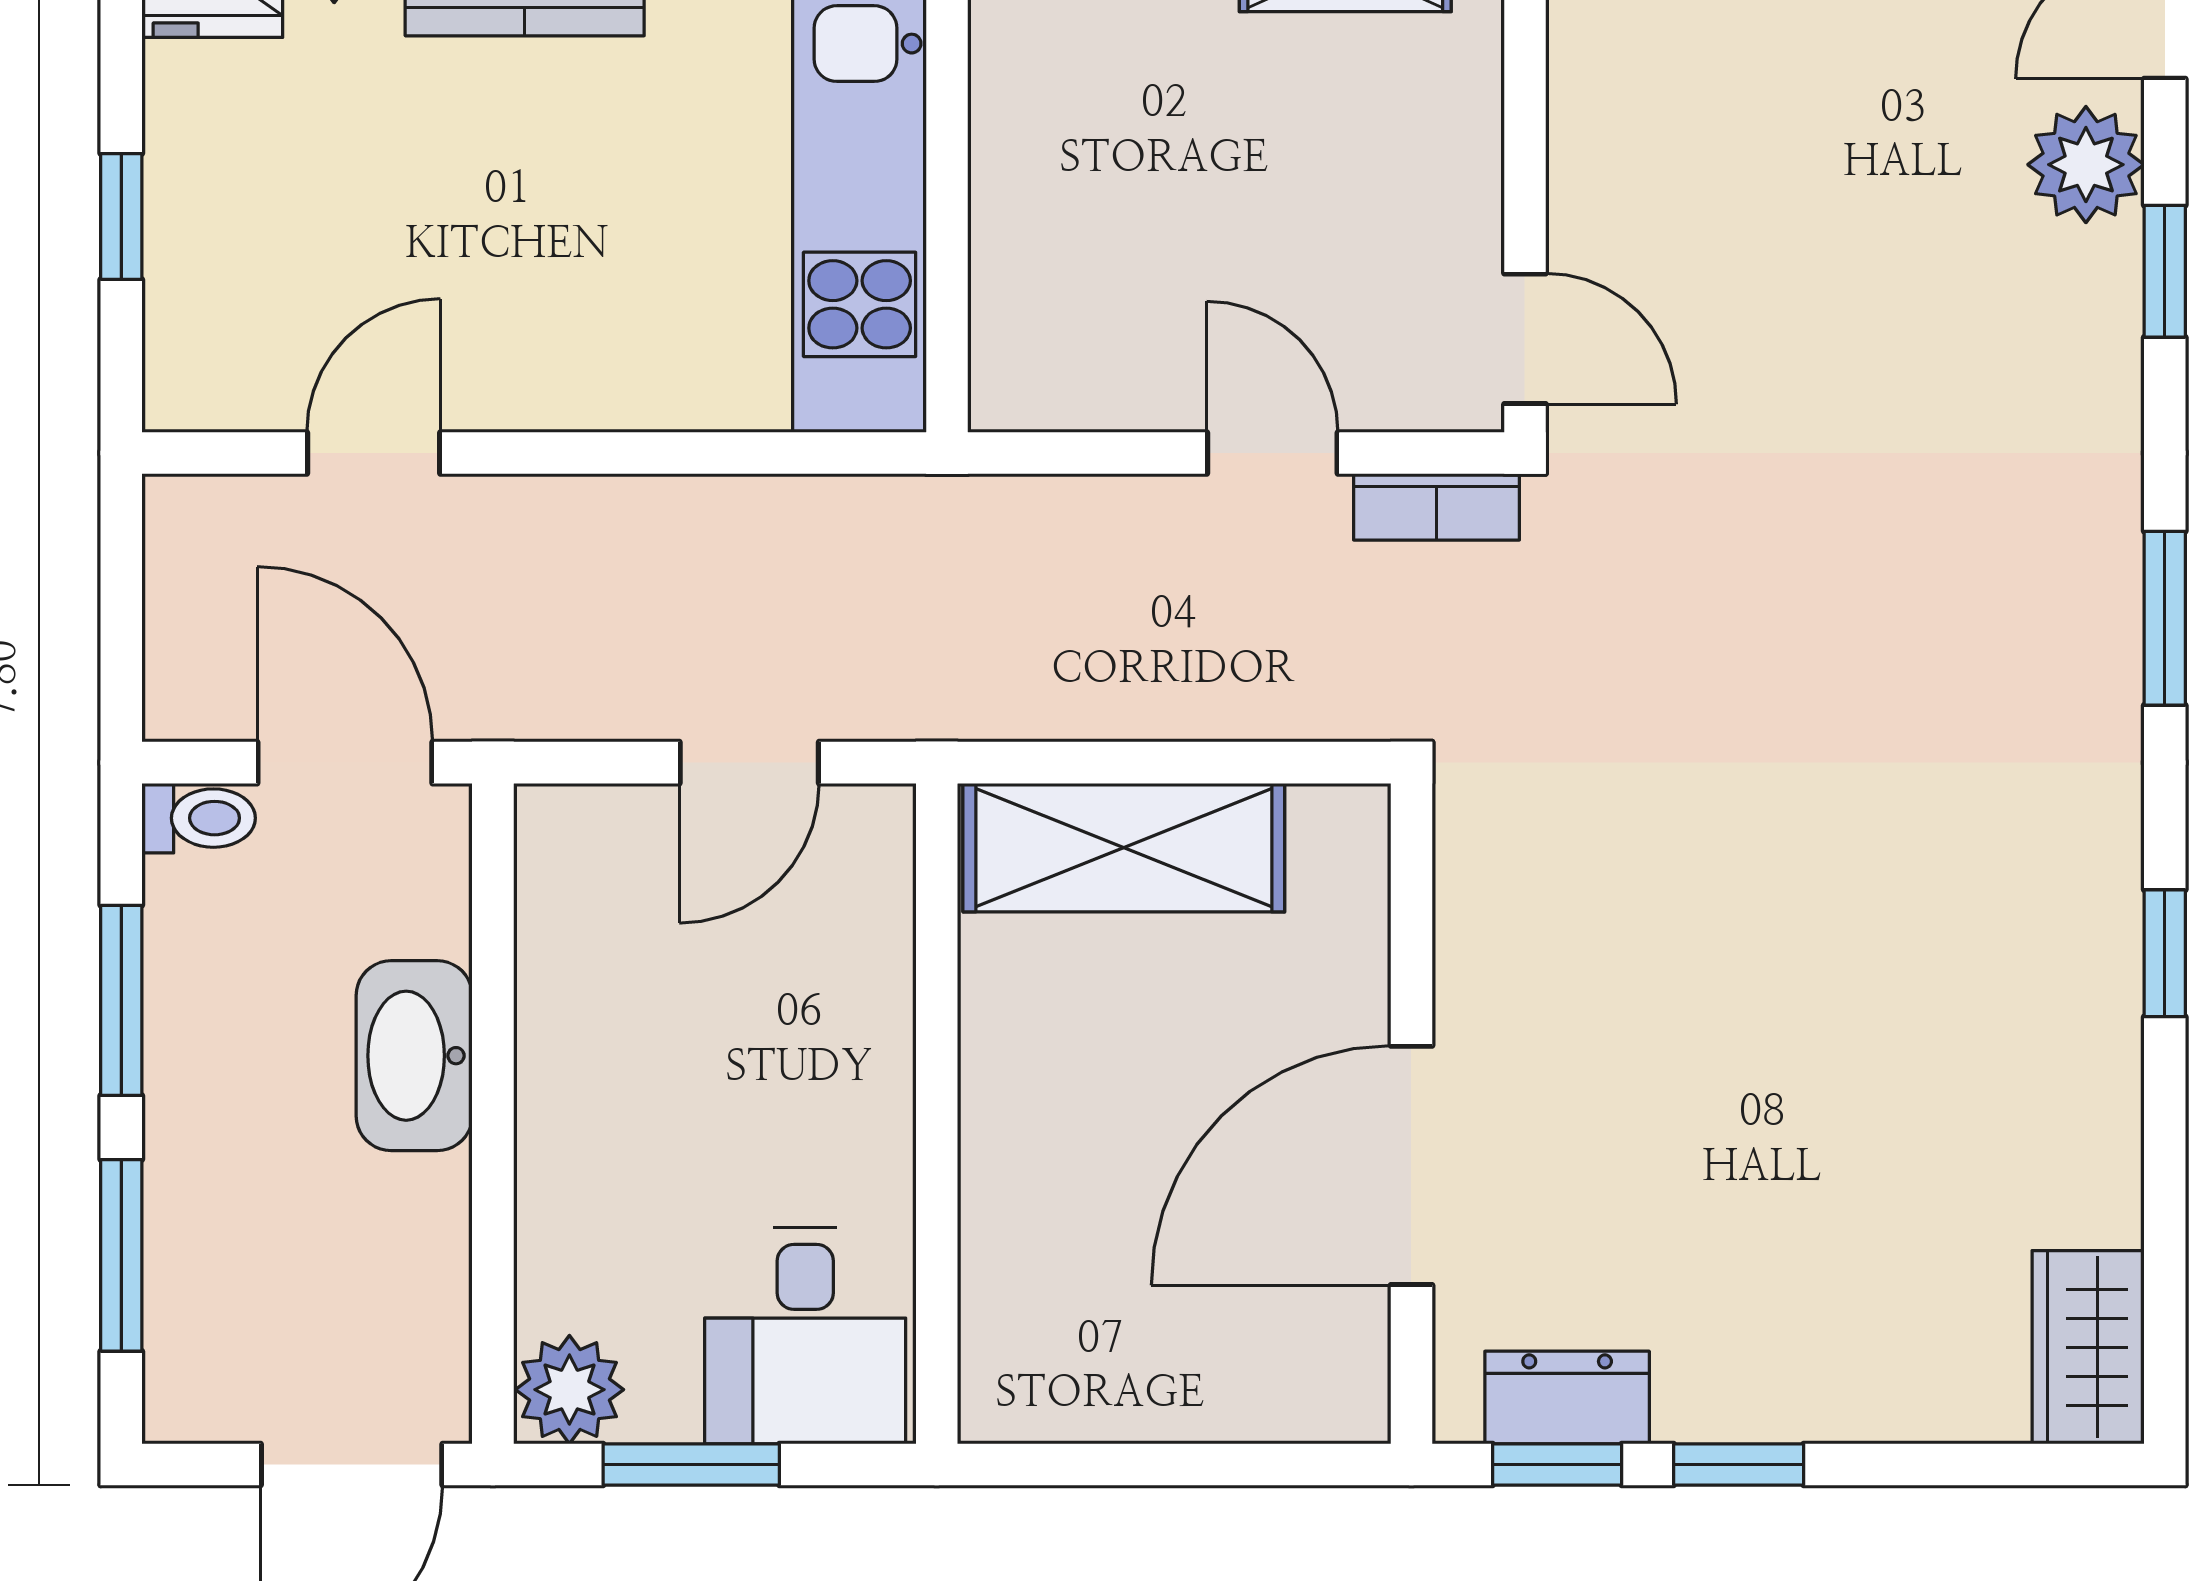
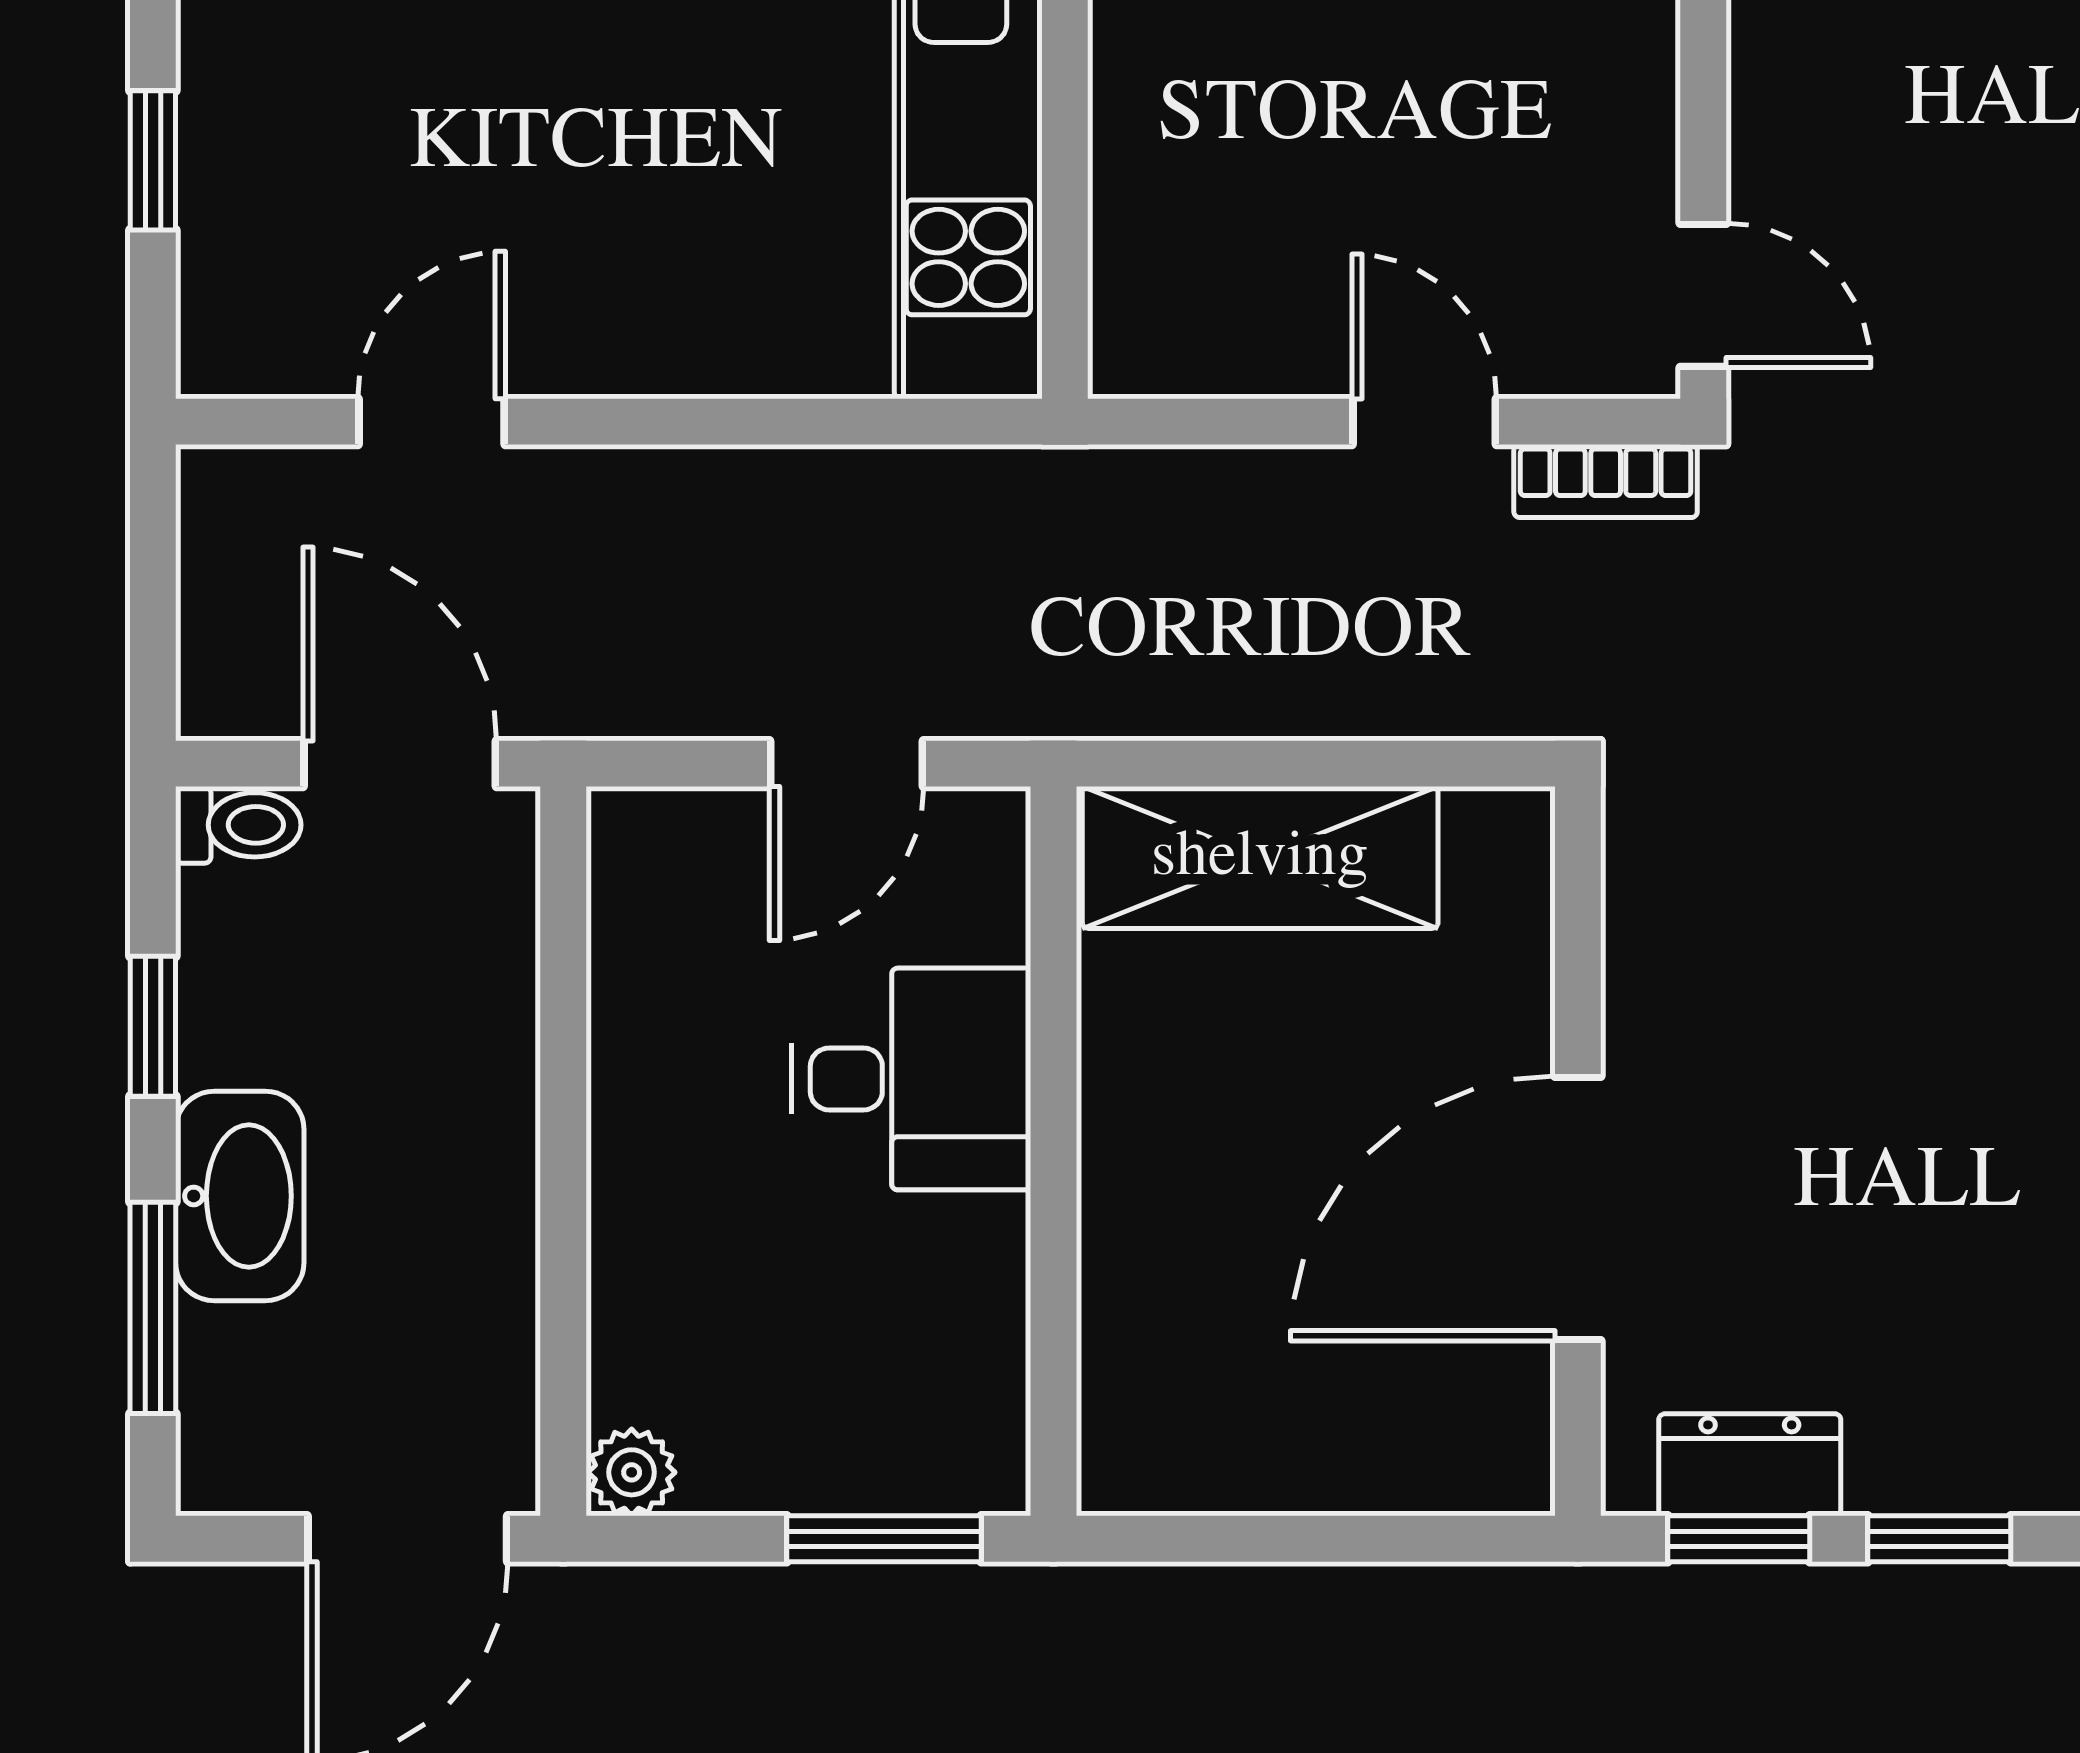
window: (121, 1000) -> (153, 1026), width x0.67
washbasin: (414, 1056) -> (240, 1196), moved, turned 180
desk: (805, 1335) -> (911, 1079), moved, turned -90
plant: (569, 1390) -> (632, 1472), width x0.73, depth x0.73
window: (691, 1464) -> (884, 1539), moved

